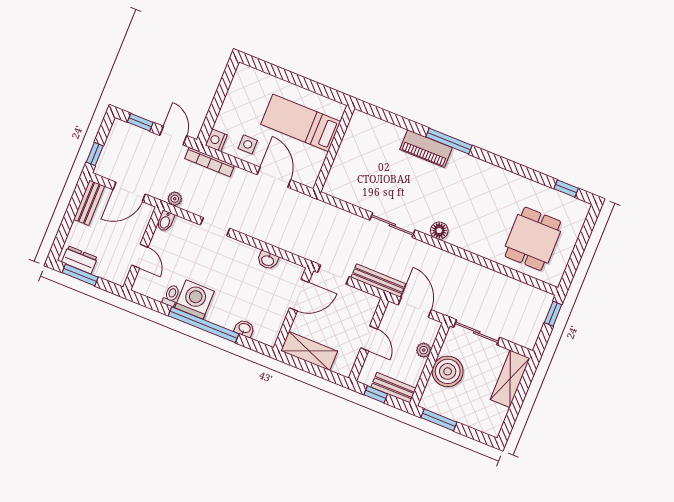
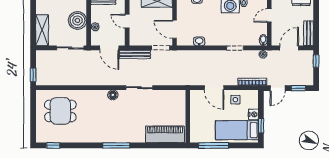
window: (311, 86) -> (214, 145), added
window: (224, 87) -> (261, 126), added
bed: (301, 123) -> (237, 130), moved, turned 180
door: (173, 136) -> (278, 88), hinge flipped
nightstand: (216, 140) -> (253, 114), moved
window: (449, 141) -> (116, 145), moved
piano: (426, 149) -> (165, 134), moved, width x1.37, depth x1.33
dining table: (533, 239) -> (60, 111), turned 90
door: (140, 256) -> (269, 16), hinge flipped
door: (299, 295) -> (175, 29), hinge flipped

